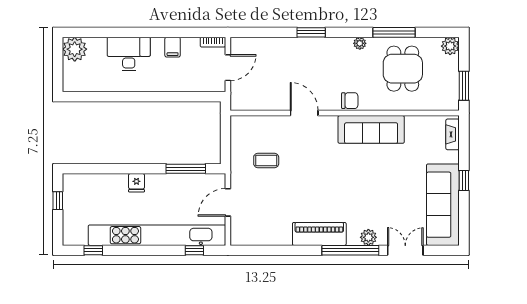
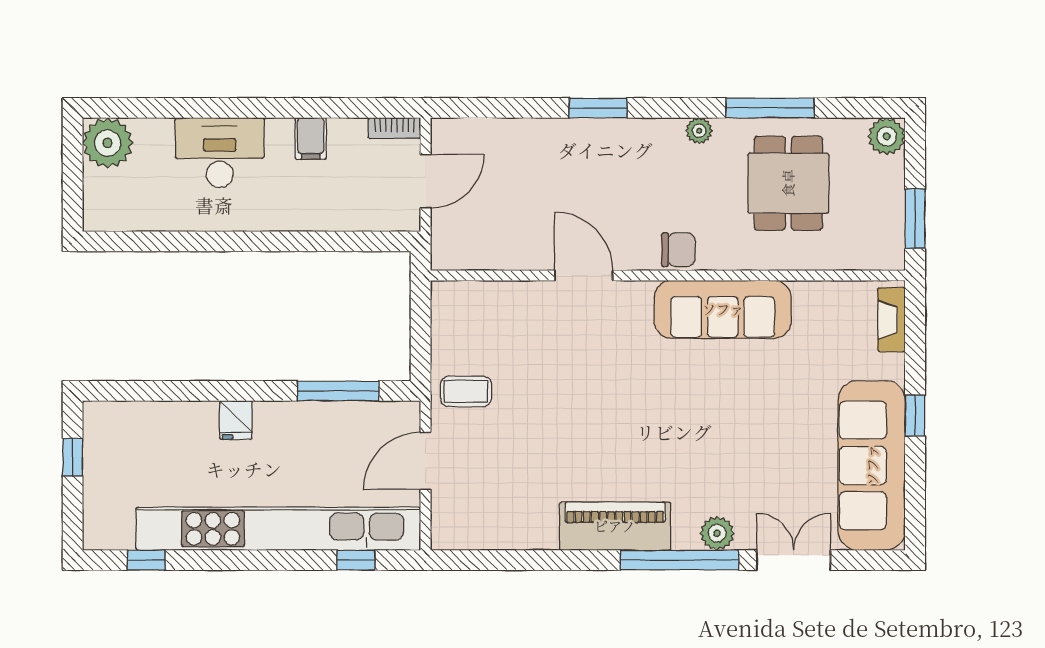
coffee table: (266, 160) -> (466, 391), moved

